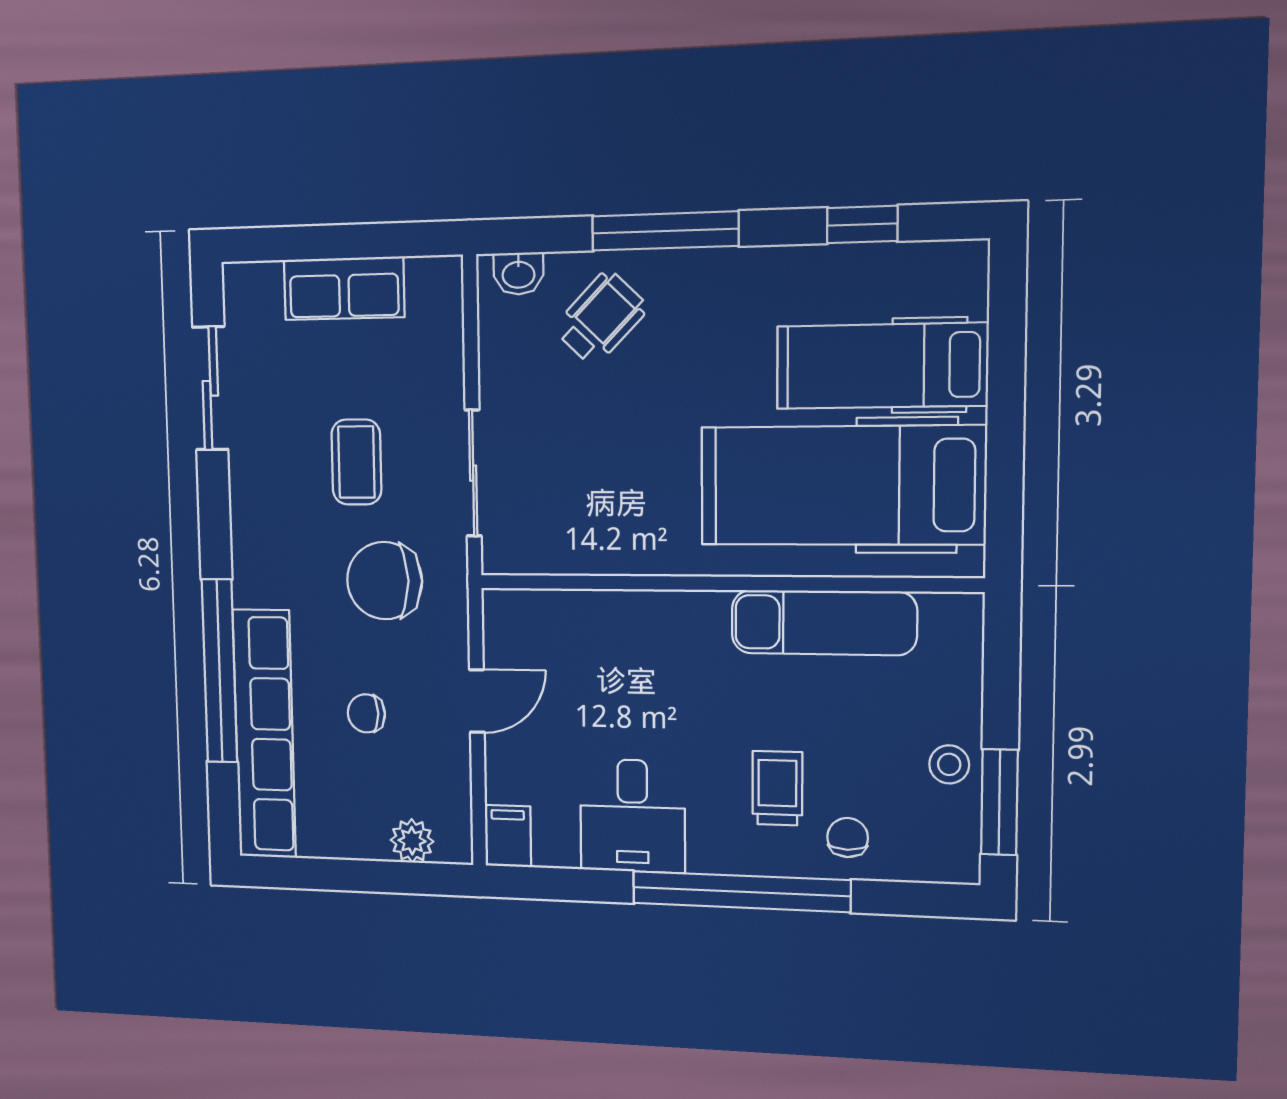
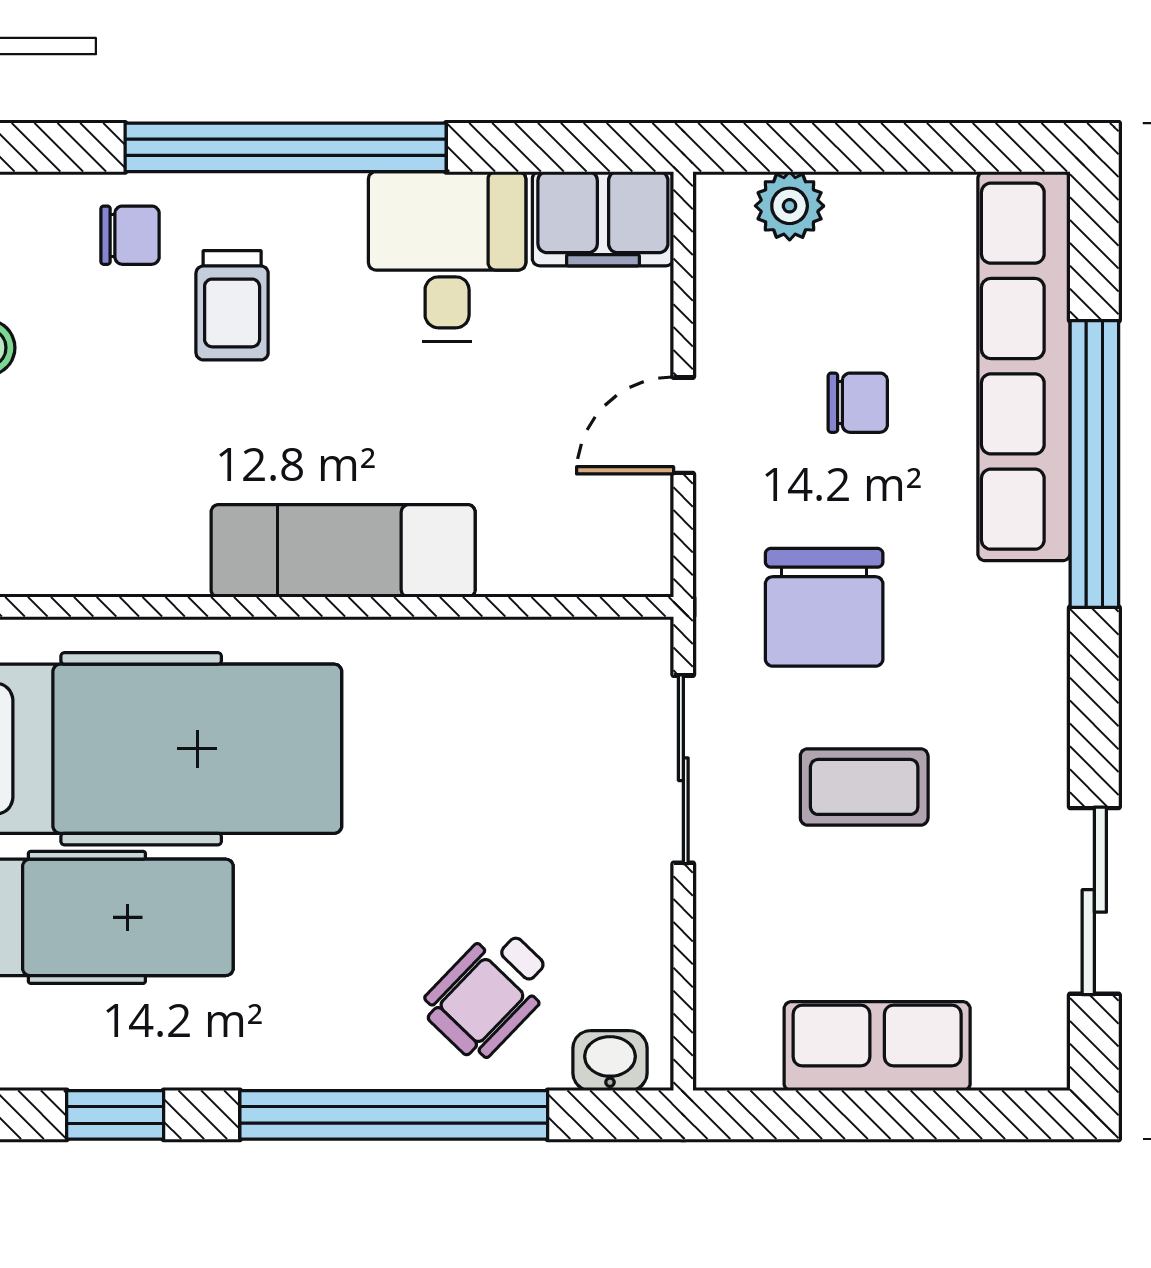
window: (665, 231) -> (394, 1115), width x1.46
coffee table: (356, 462) -> (864, 787), turned 90
chair: (385, 581) -> (824, 607), turned 90
exam couch: (824, 623) -> (343, 551), moved
filing cabinet: (508, 836) -> (603, 219), width x2.00
chair: (848, 837) -> (130, 235), turned -90

